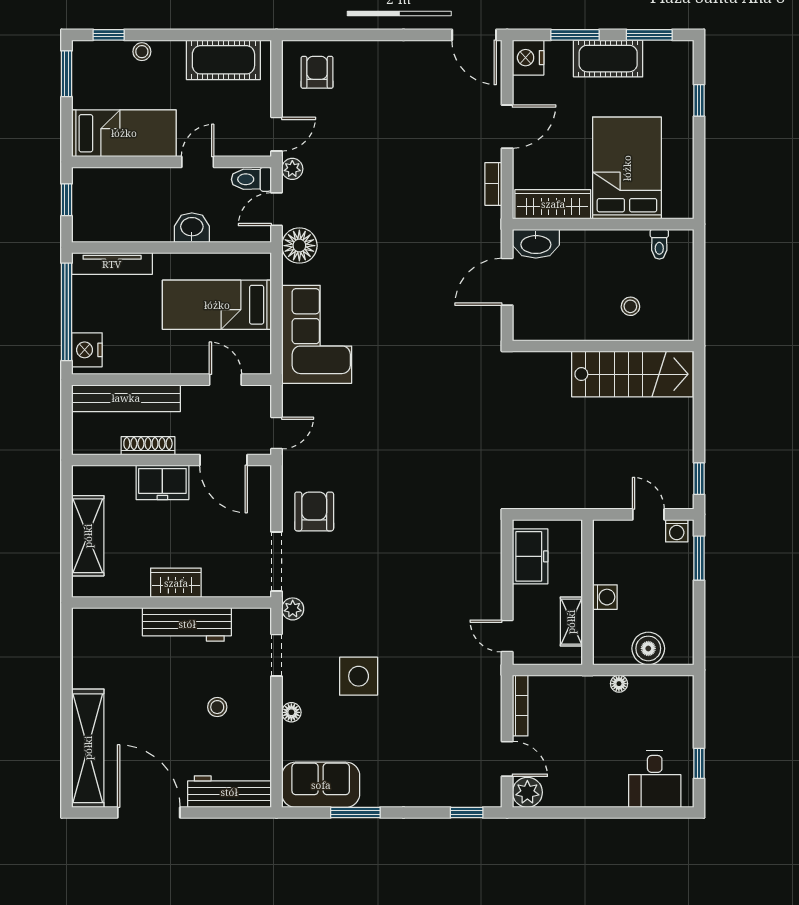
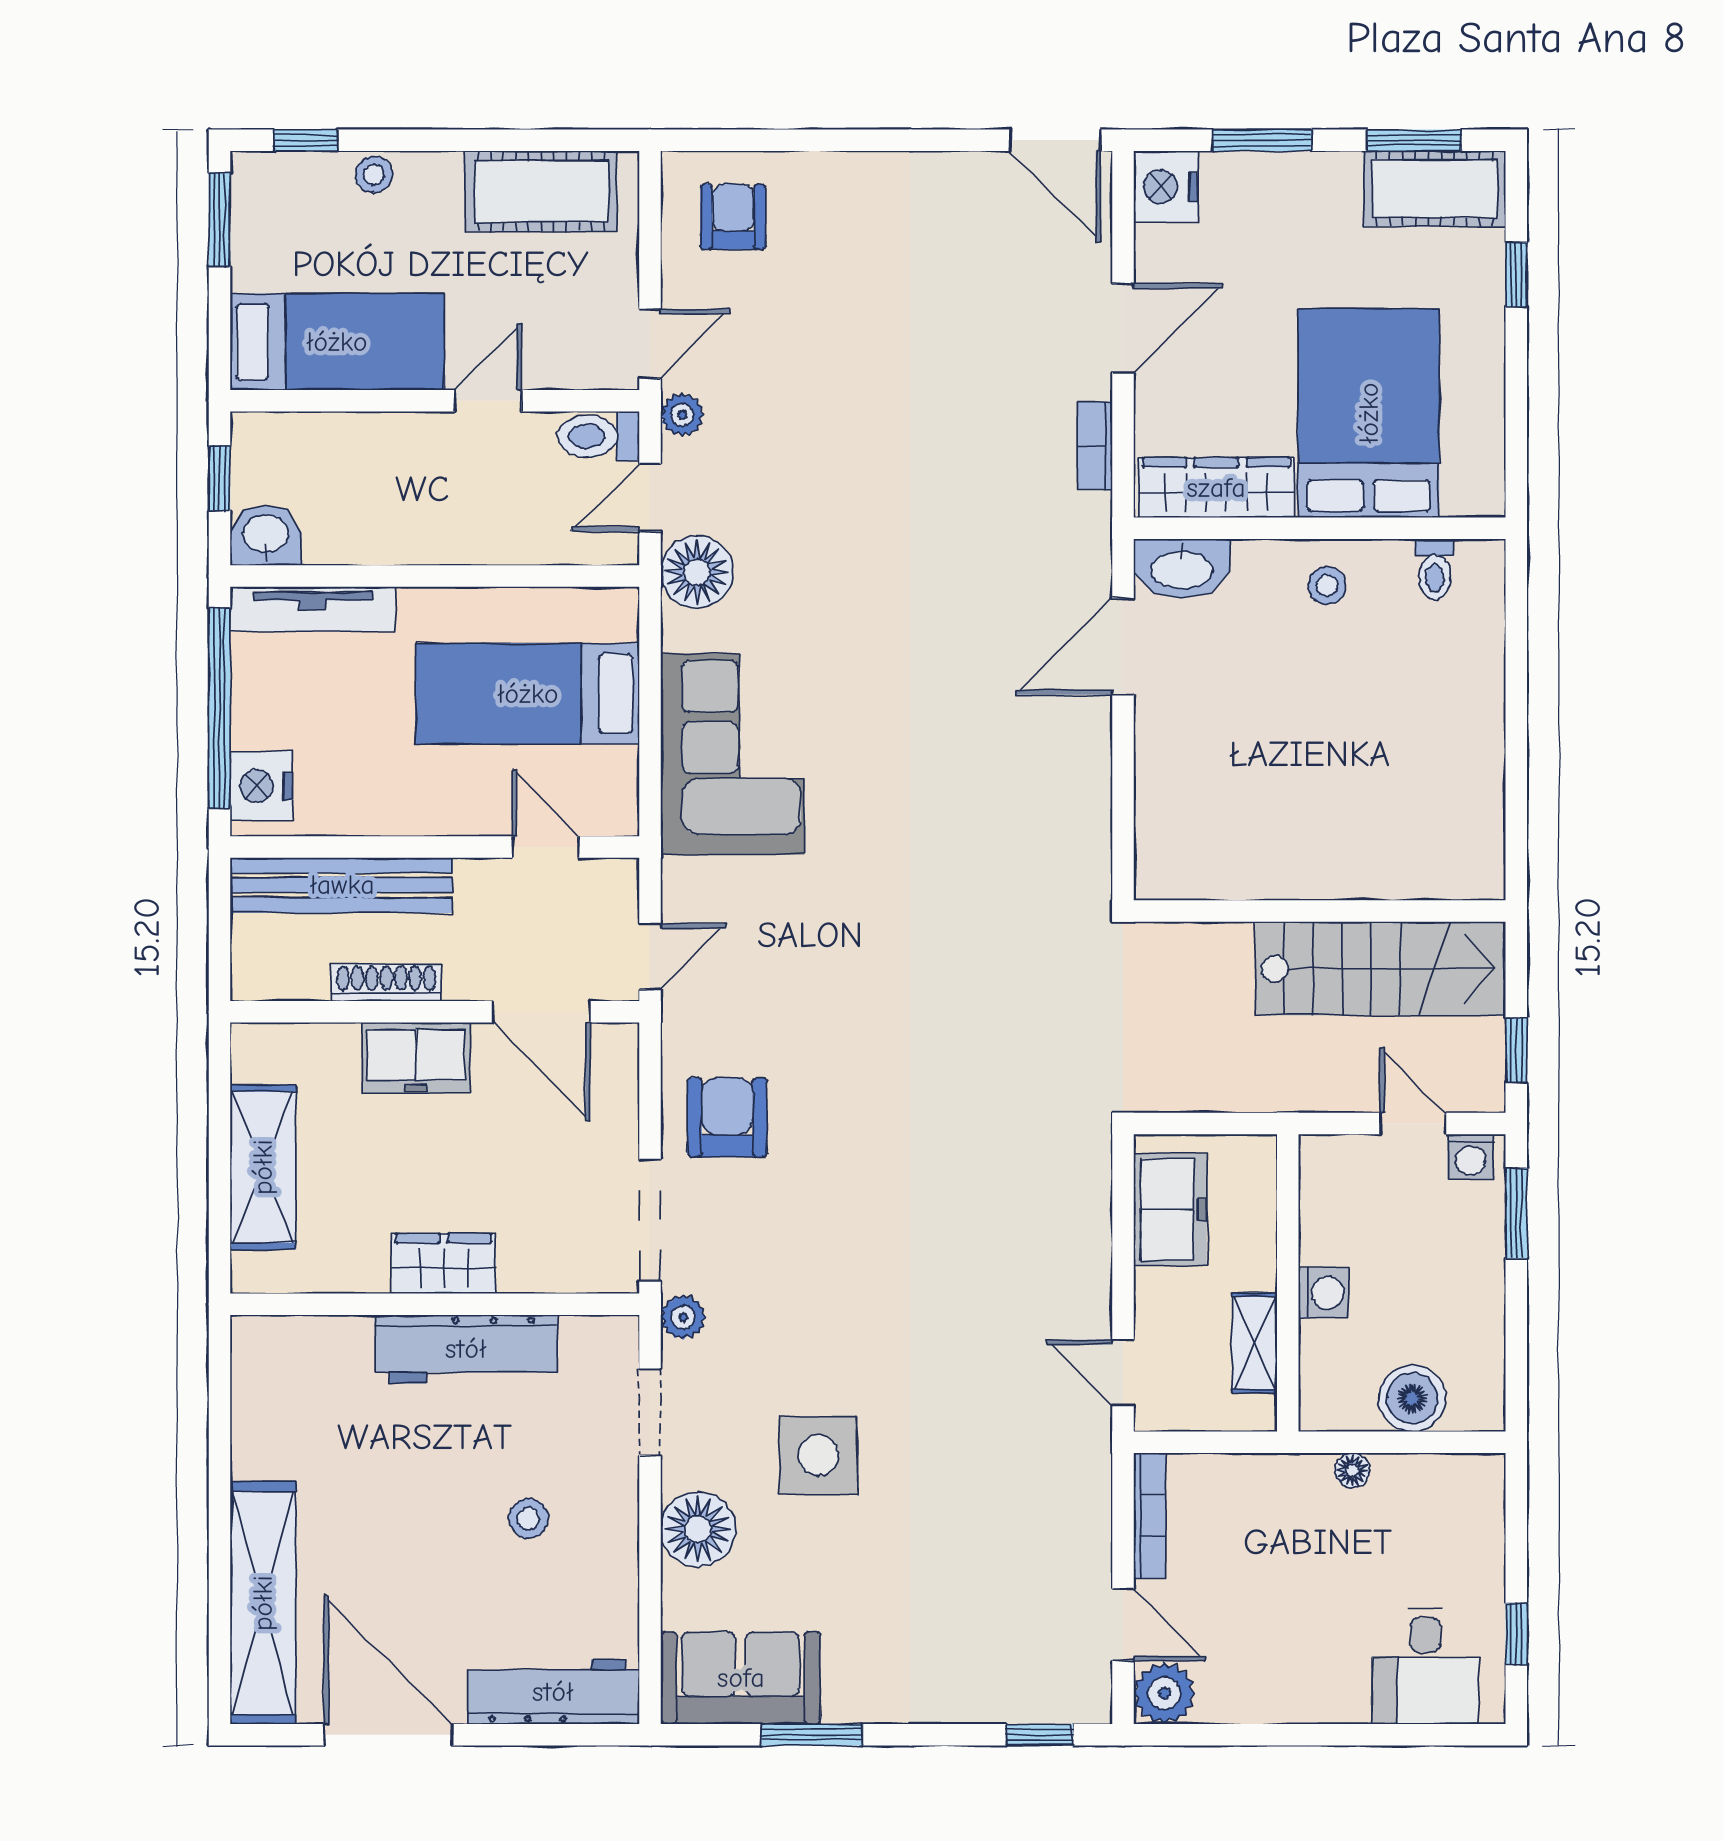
cot: (608, 59) -> (1435, 189), moved
washbasin: (192, 228) -> (266, 535), moved
stool: (630, 306) -> (1327, 585), moved
wall: (603, 346) -> (1320, 911), moved
stairs: (632, 374) -> (1380, 968), moved
floor lamp: (291, 712) -> (698, 1529), width x1.89, depth x1.89

